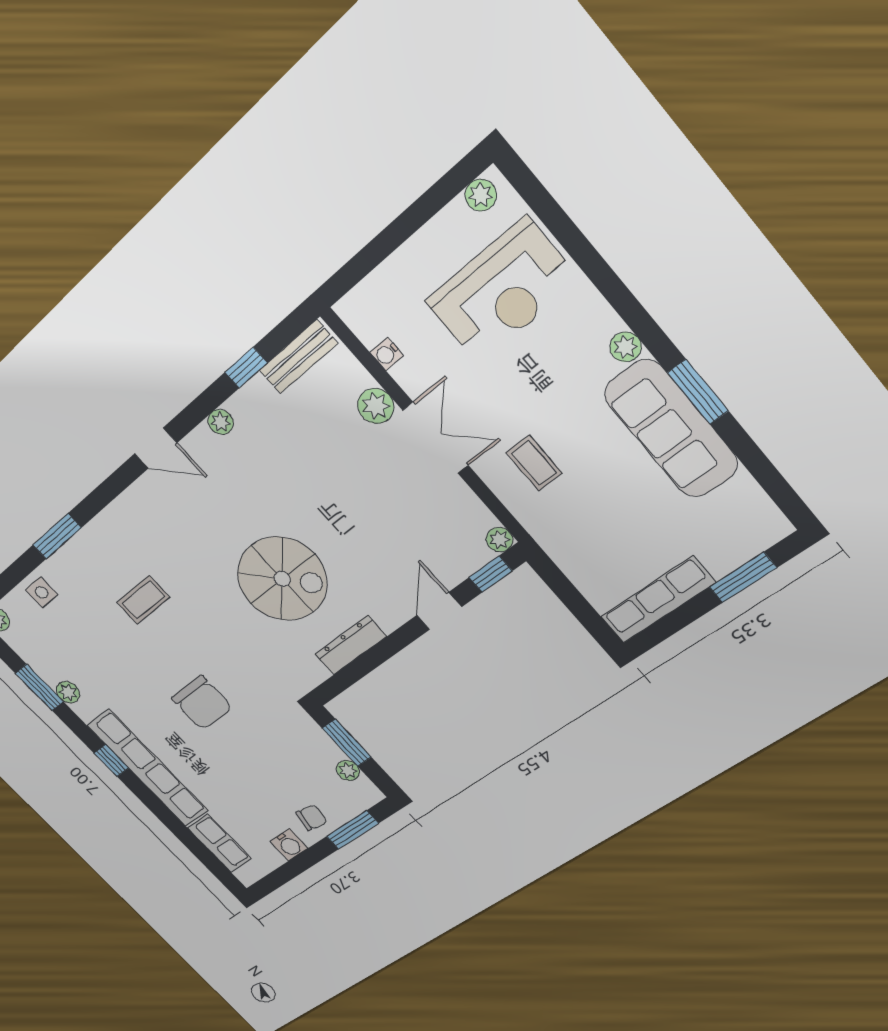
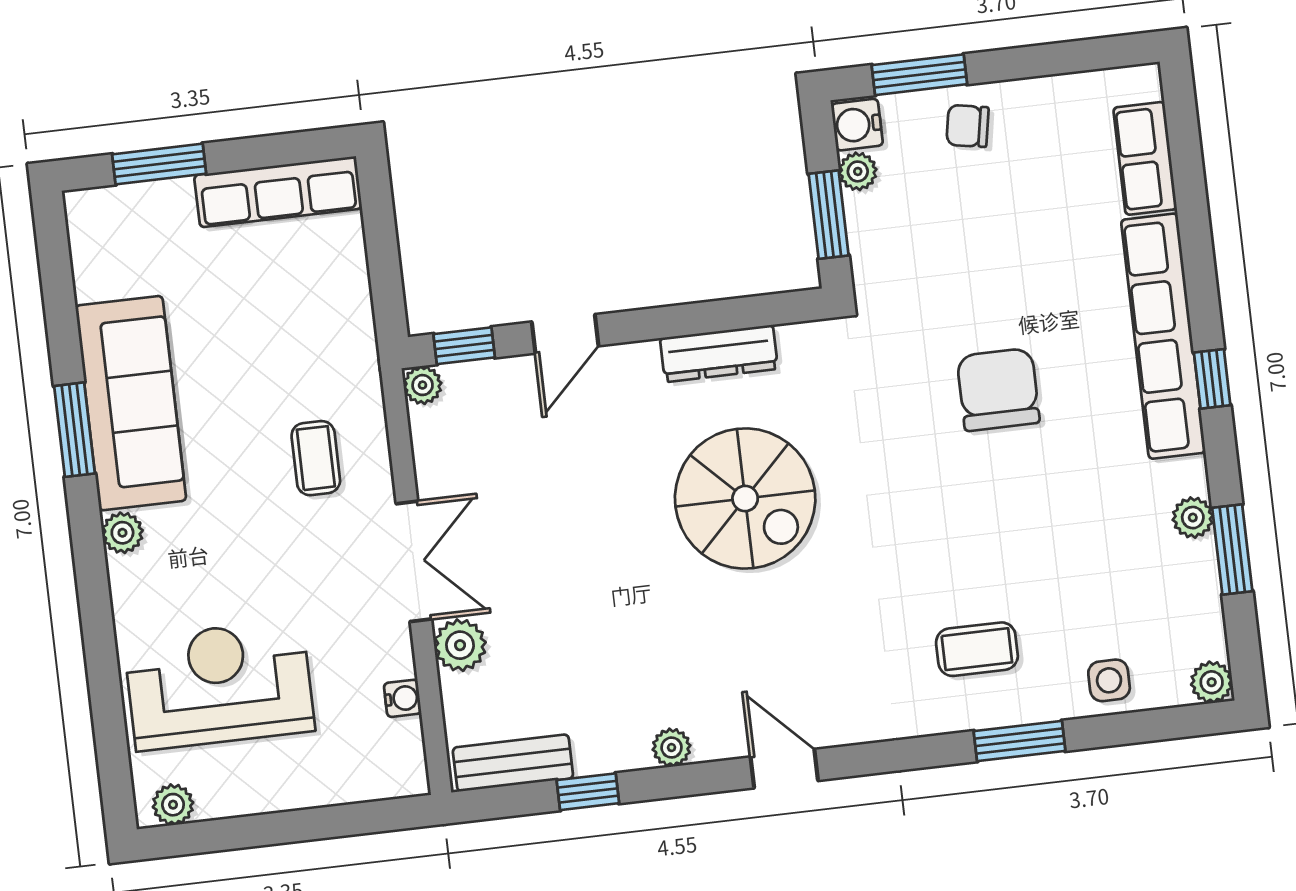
double door: (436, 438) -> (414, 561), swing flipped
spiral stairs: (282, 579) -> (745, 498), turned 180
coffee table: (143, 600) -> (977, 649), moved
water cooler: (289, 845) -> (857, 125), moved, turned -90

